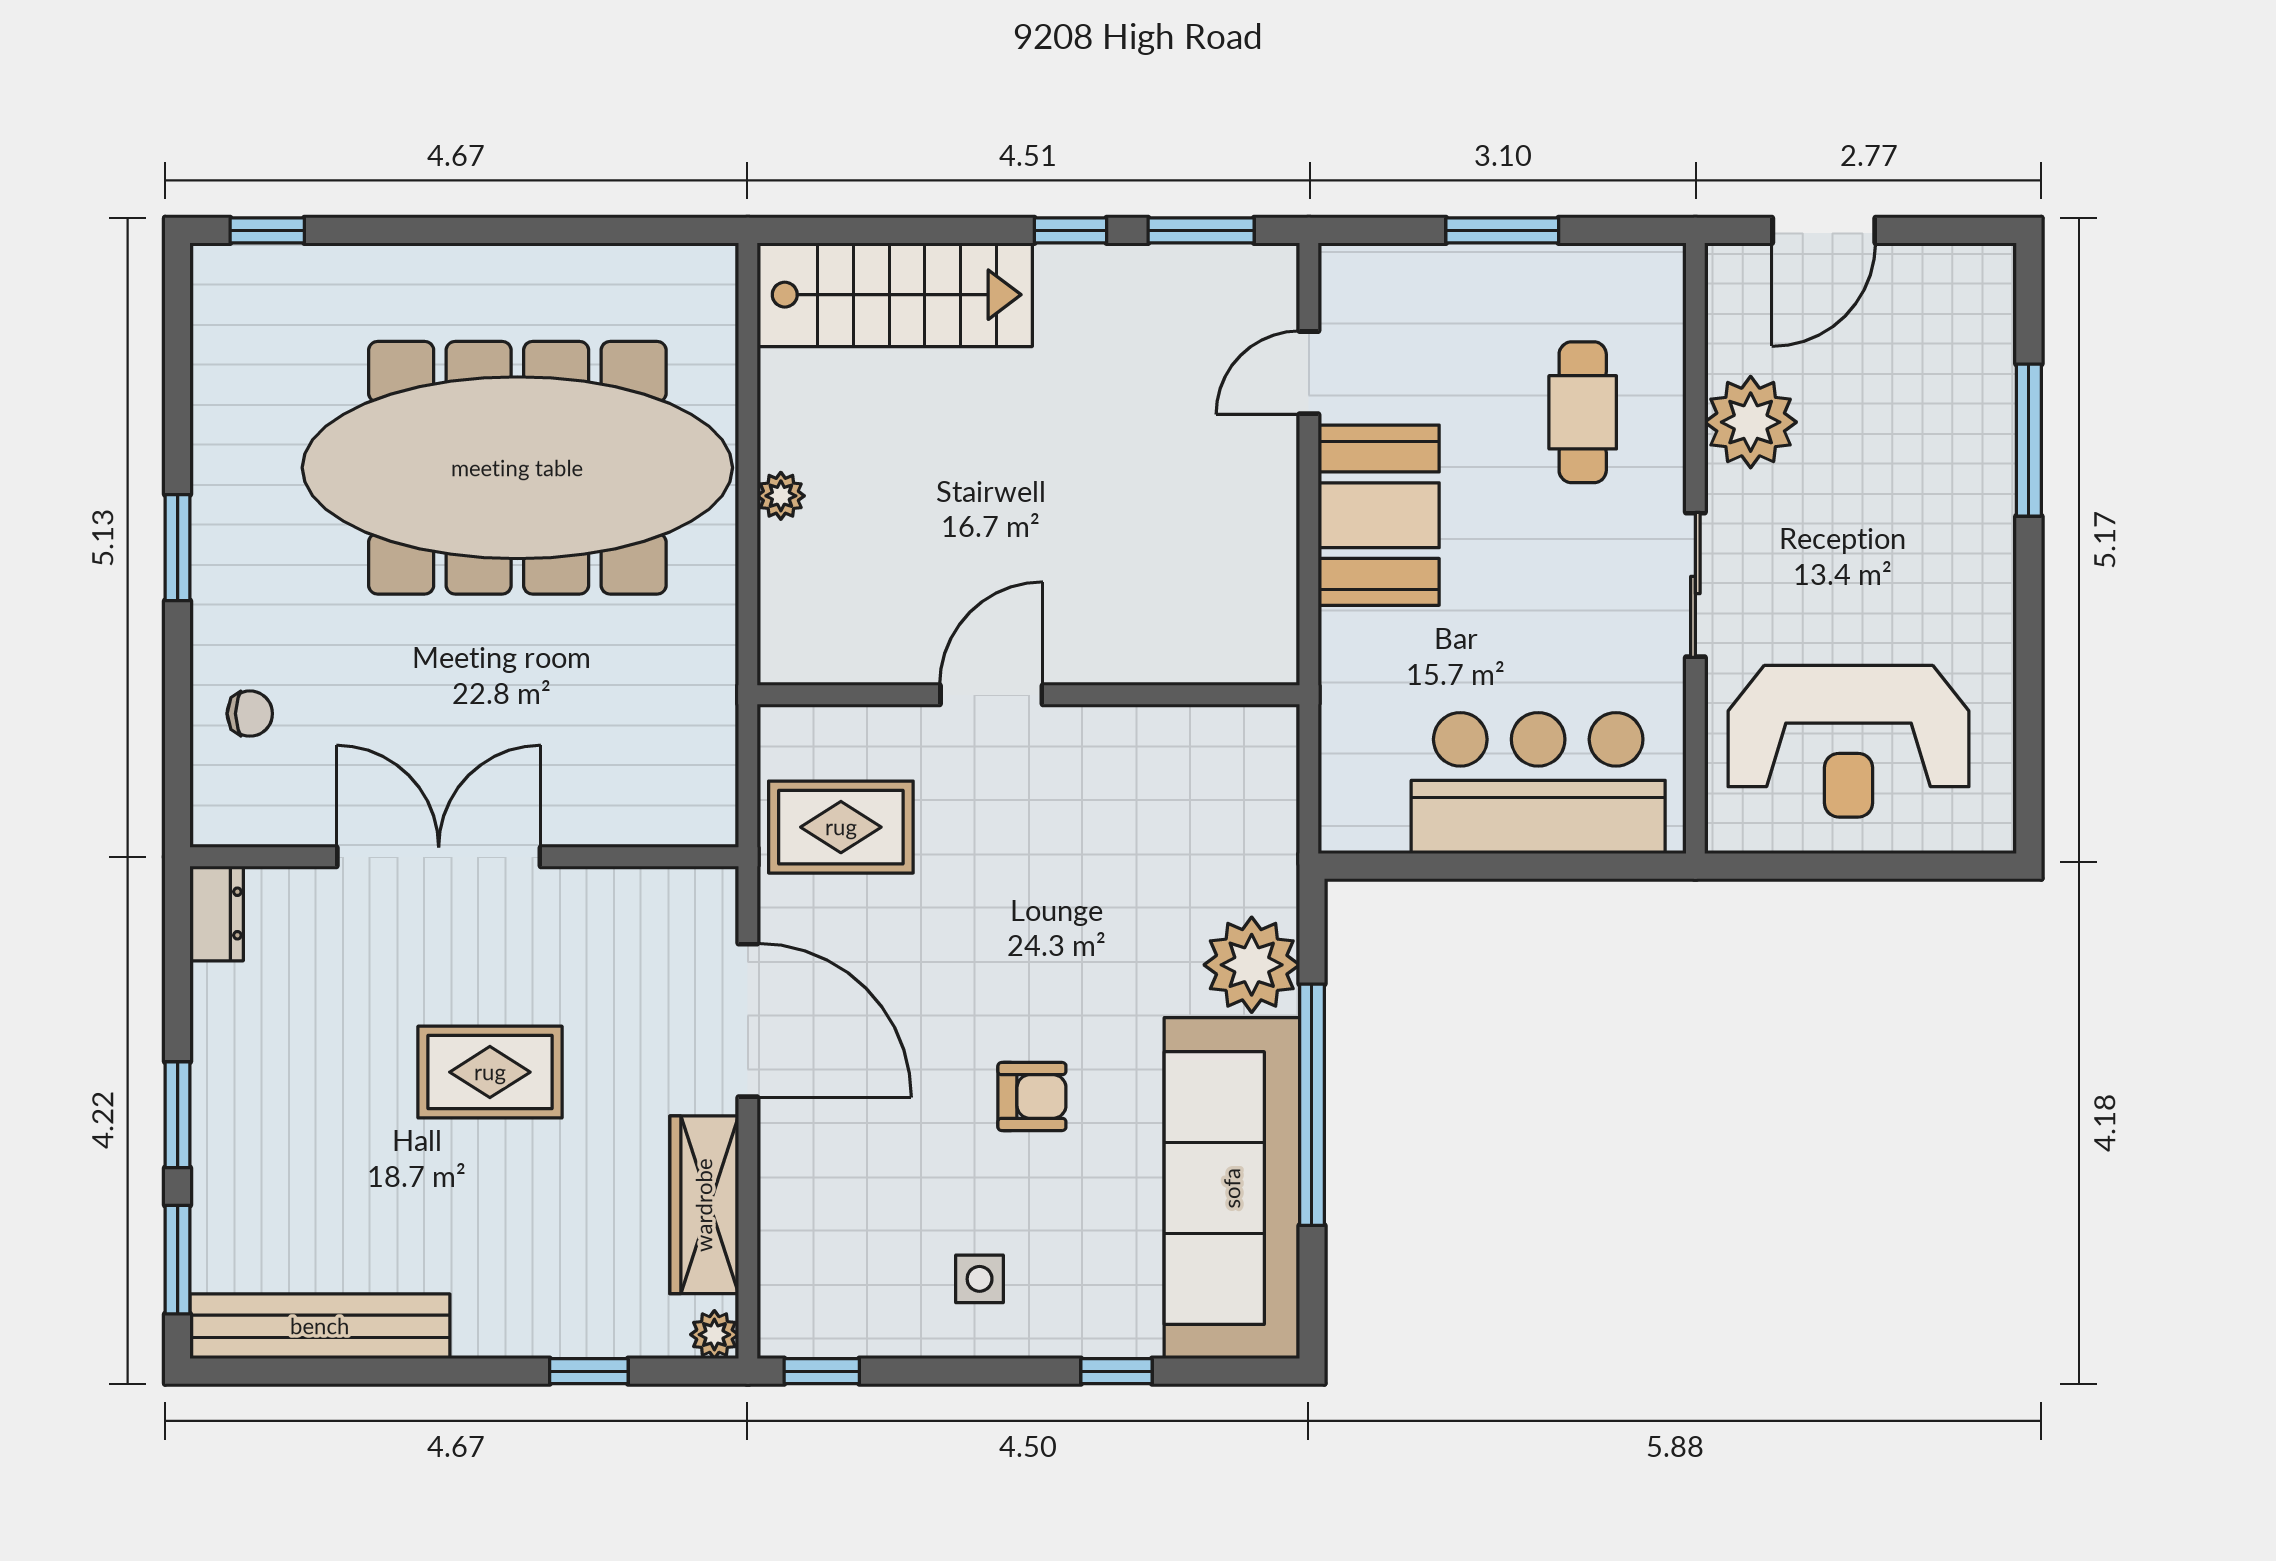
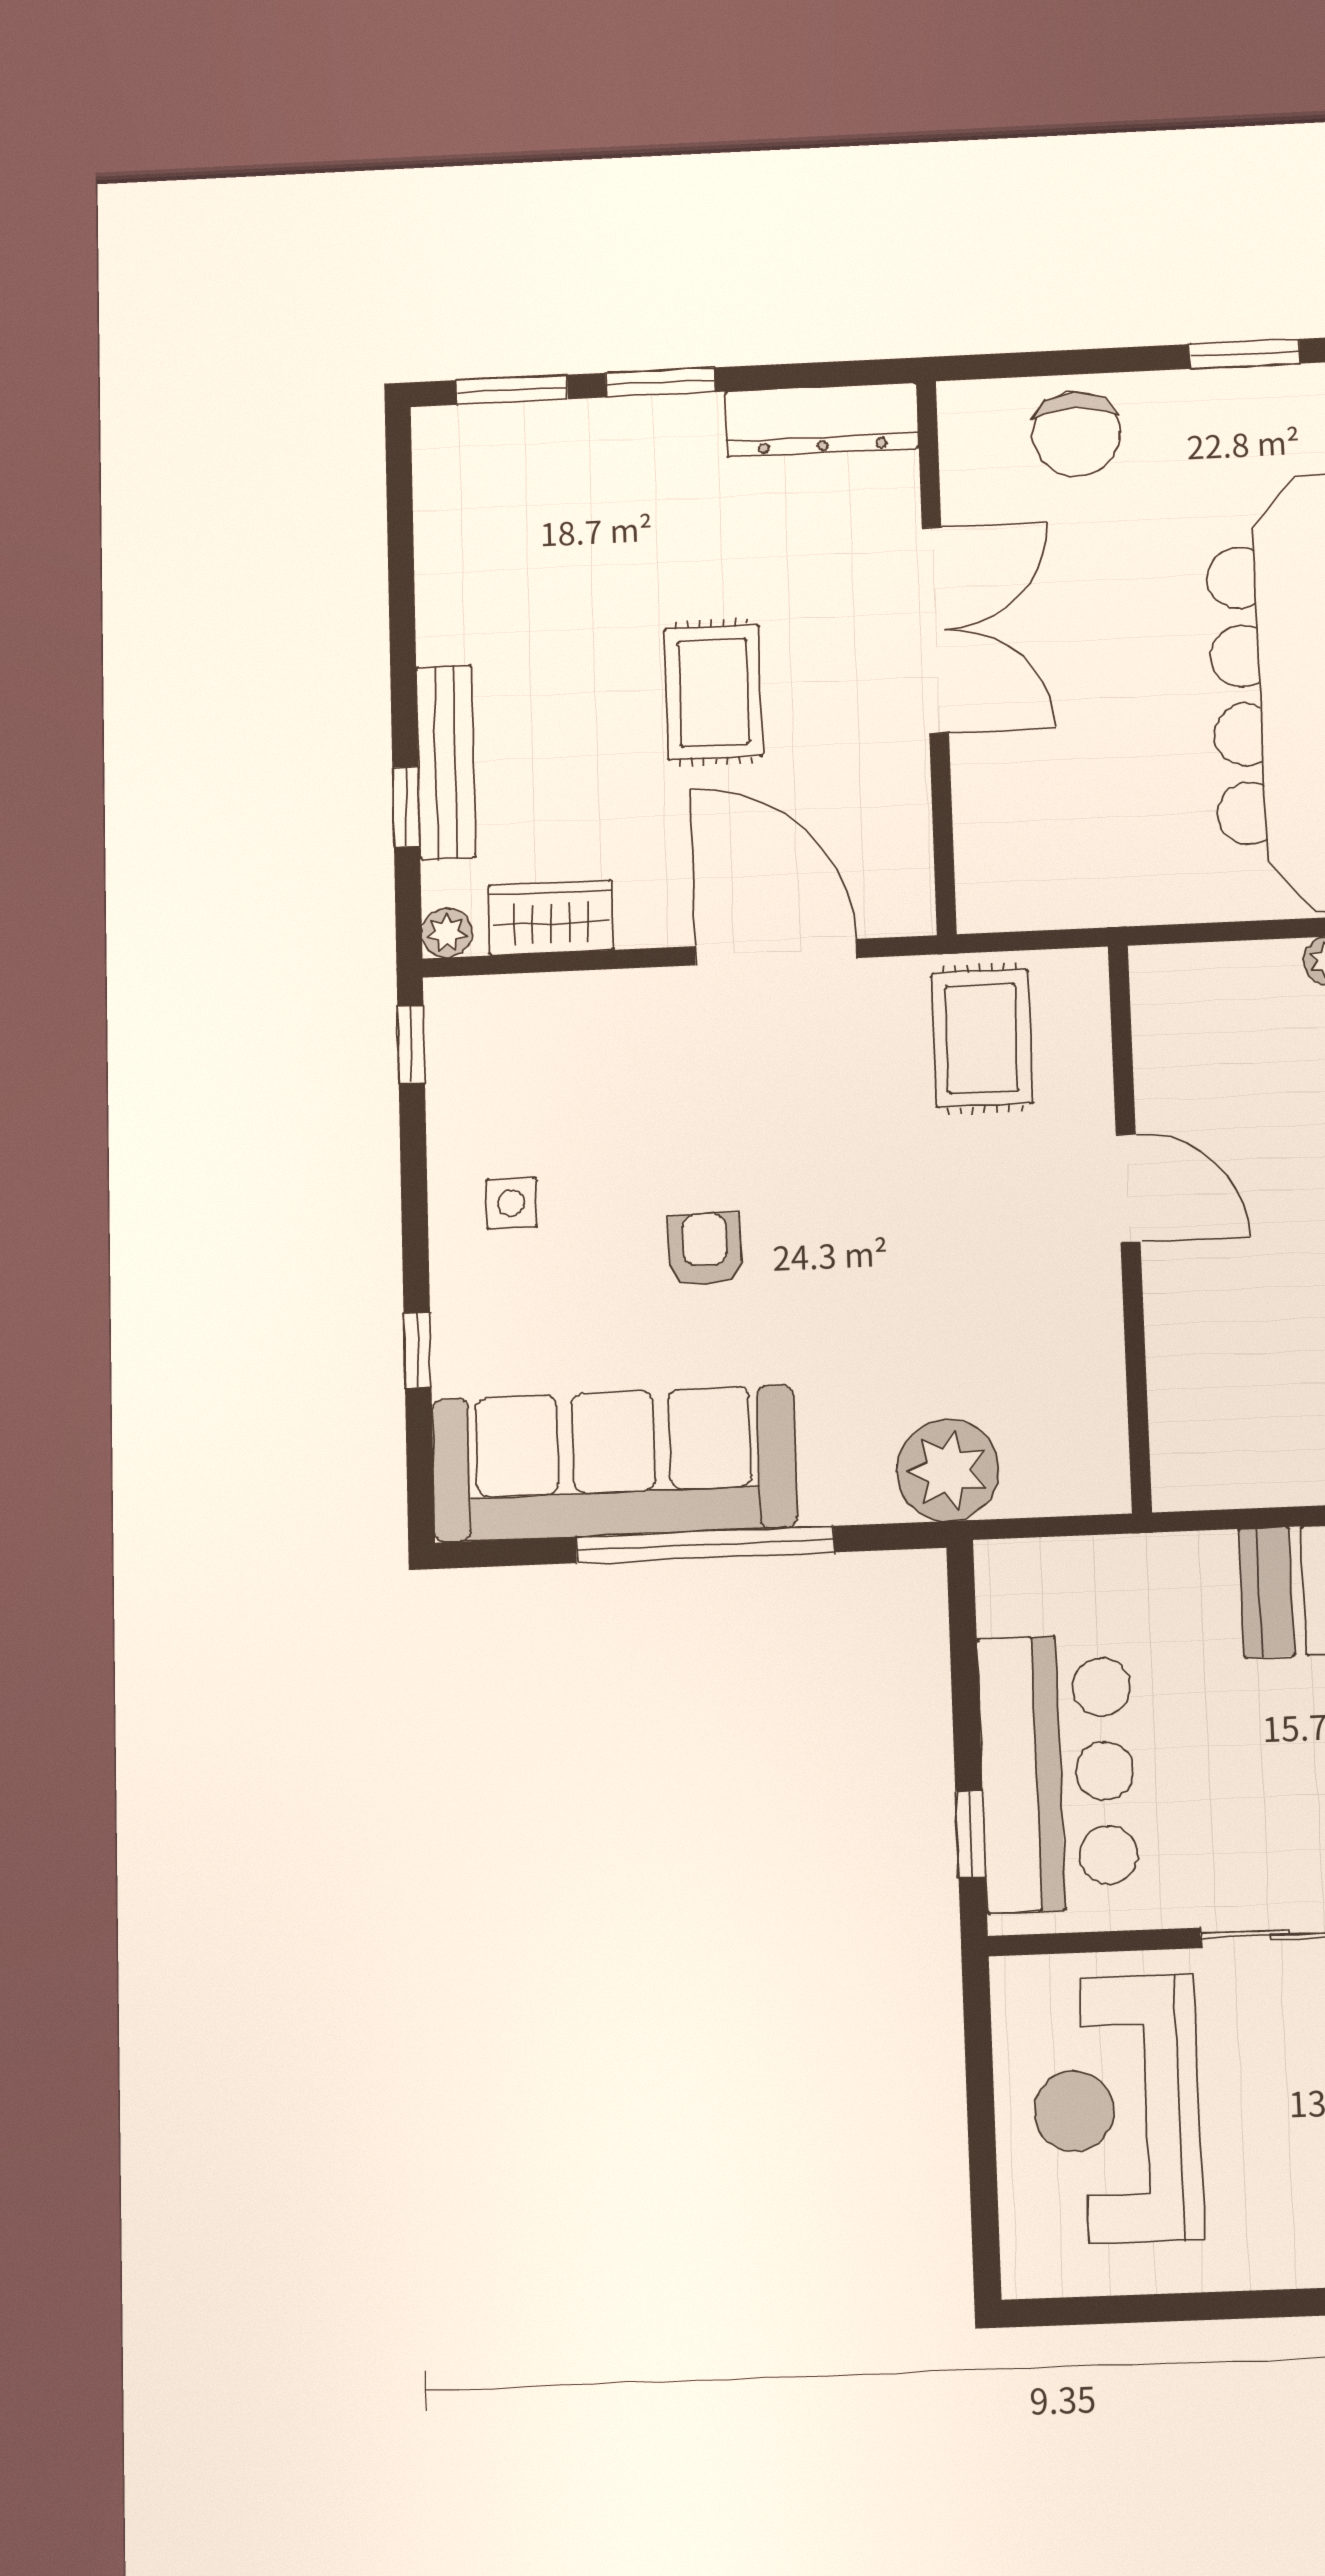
chair: (250, 714) -> (1076, 434), width x1.87, depth x1.87
window: (1592, 866) -> (971, 1834), added
dresser: (217, 913) -> (822, 420), width x1.96, depth x1.24
plant: (1252, 965) -> (948, 1470), moved
door: (748, 1020) -> (776, 952), swing flipped
armchair: (1032, 1097) -> (705, 1249), turned 180
wardrobe: (704, 1205) -> (551, 918), width x0.67
bench: (320, 1326) -> (446, 762), moved, width x0.73, depth x0.82

